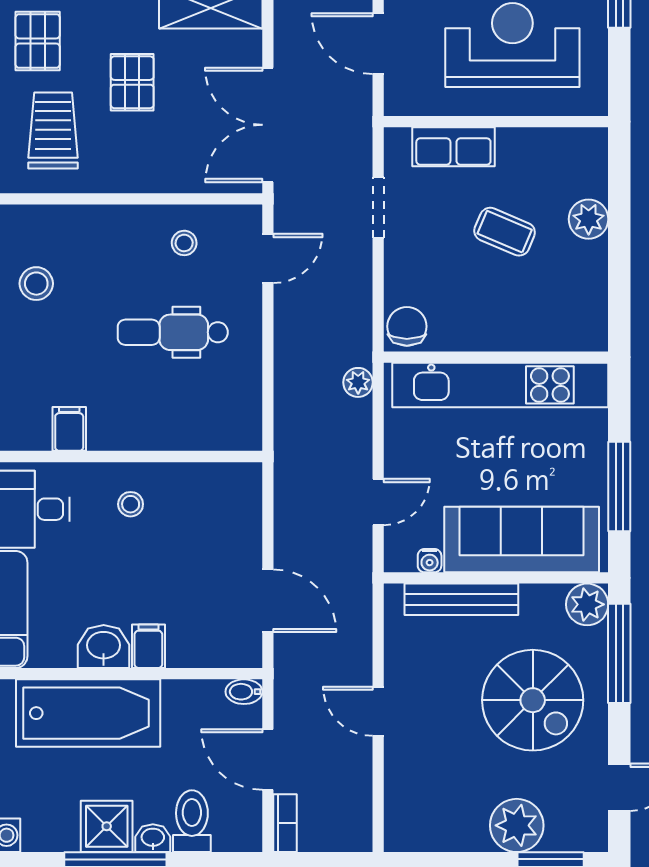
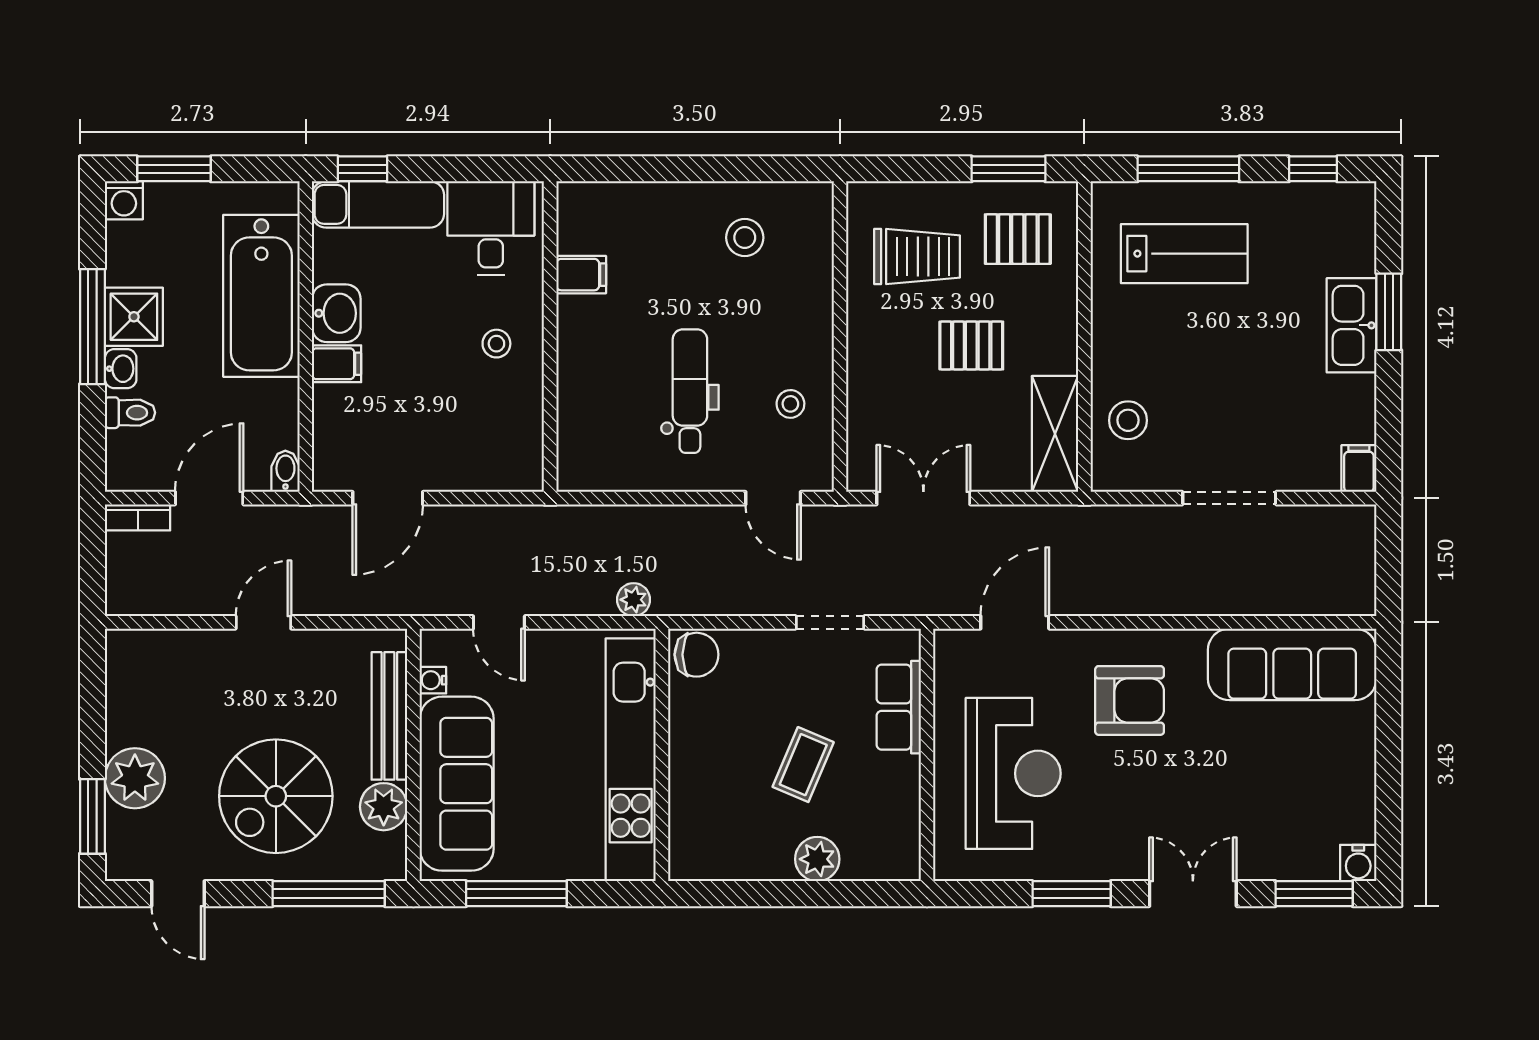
double door: (268, 125) -> (923, 498), width x0.73
plant: (587, 604) -> (384, 807), moved
toilet: (192, 821) -> (130, 413), width x0.73, depth x0.72

